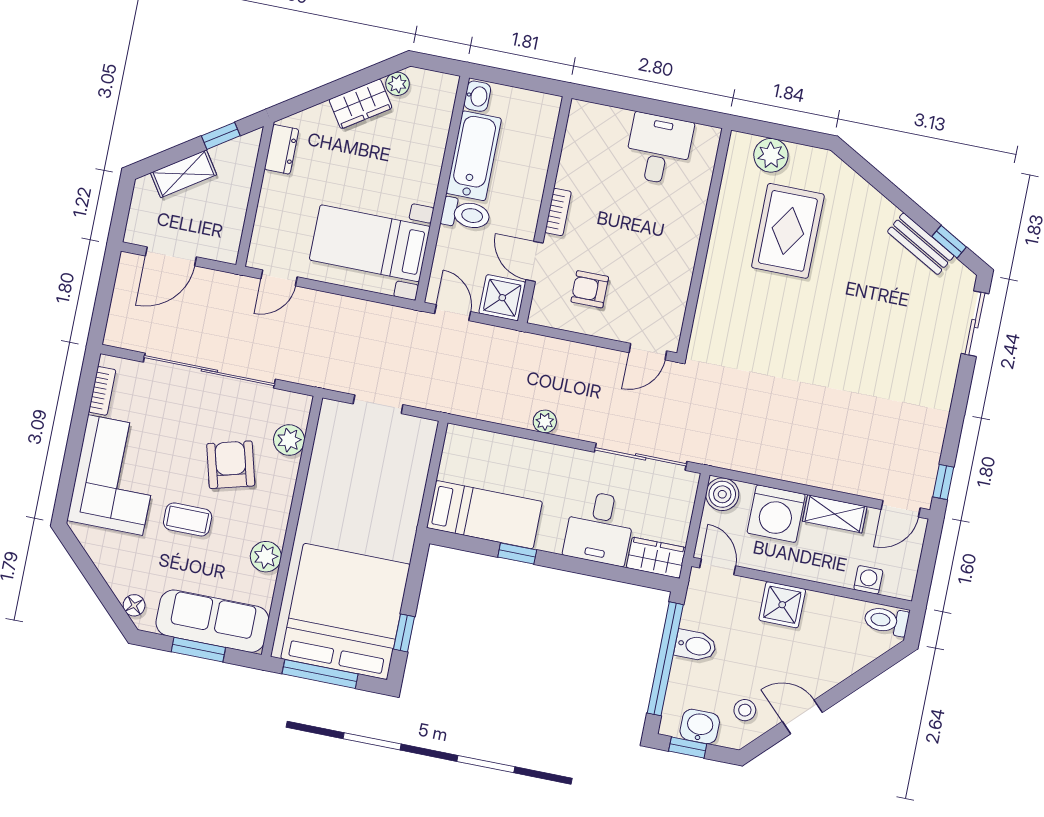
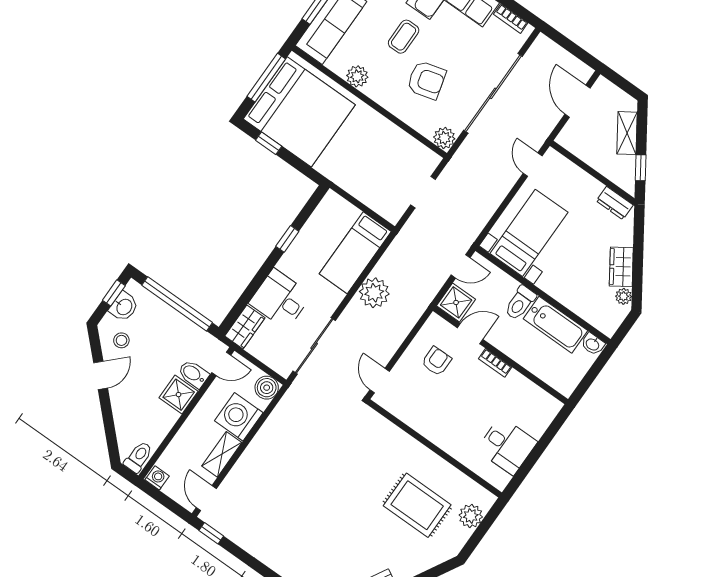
plant: (545, 421) -> (374, 293), width x1.87, depth x1.87
plant: (289, 440) -> (444, 138), moved
bed: (484, 515) -> (355, 253), moved
washing machine: (868, 580) -> (157, 478), moved, turned -90
bidet: (695, 646) -> (193, 374), moved, turned 90

